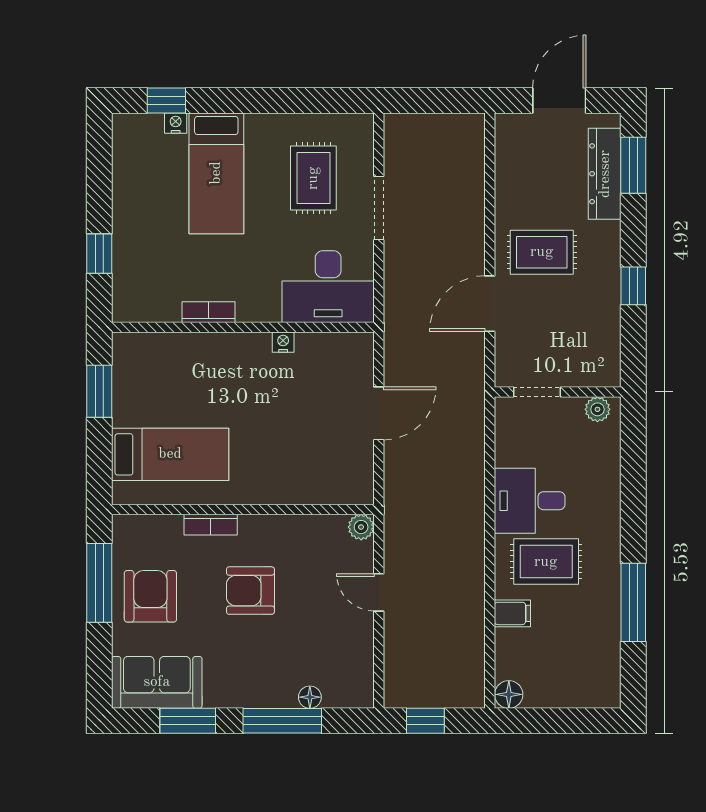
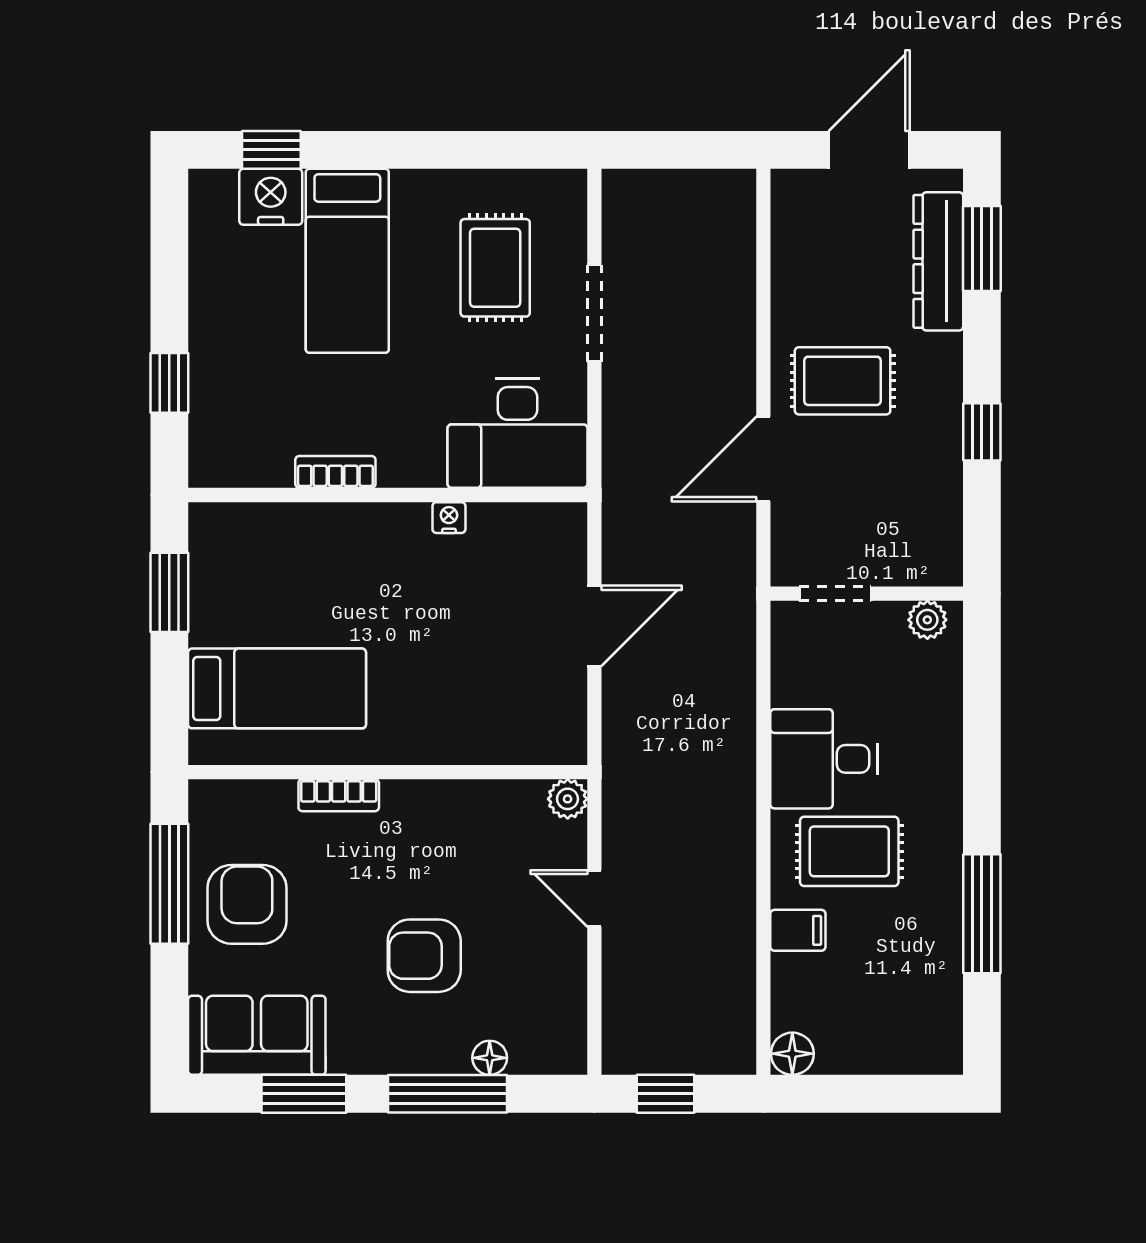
nightstand: (176, 123) -> (271, 197), width x1.89, depth x1.79
armchair: (250, 591) -> (424, 956), moved

